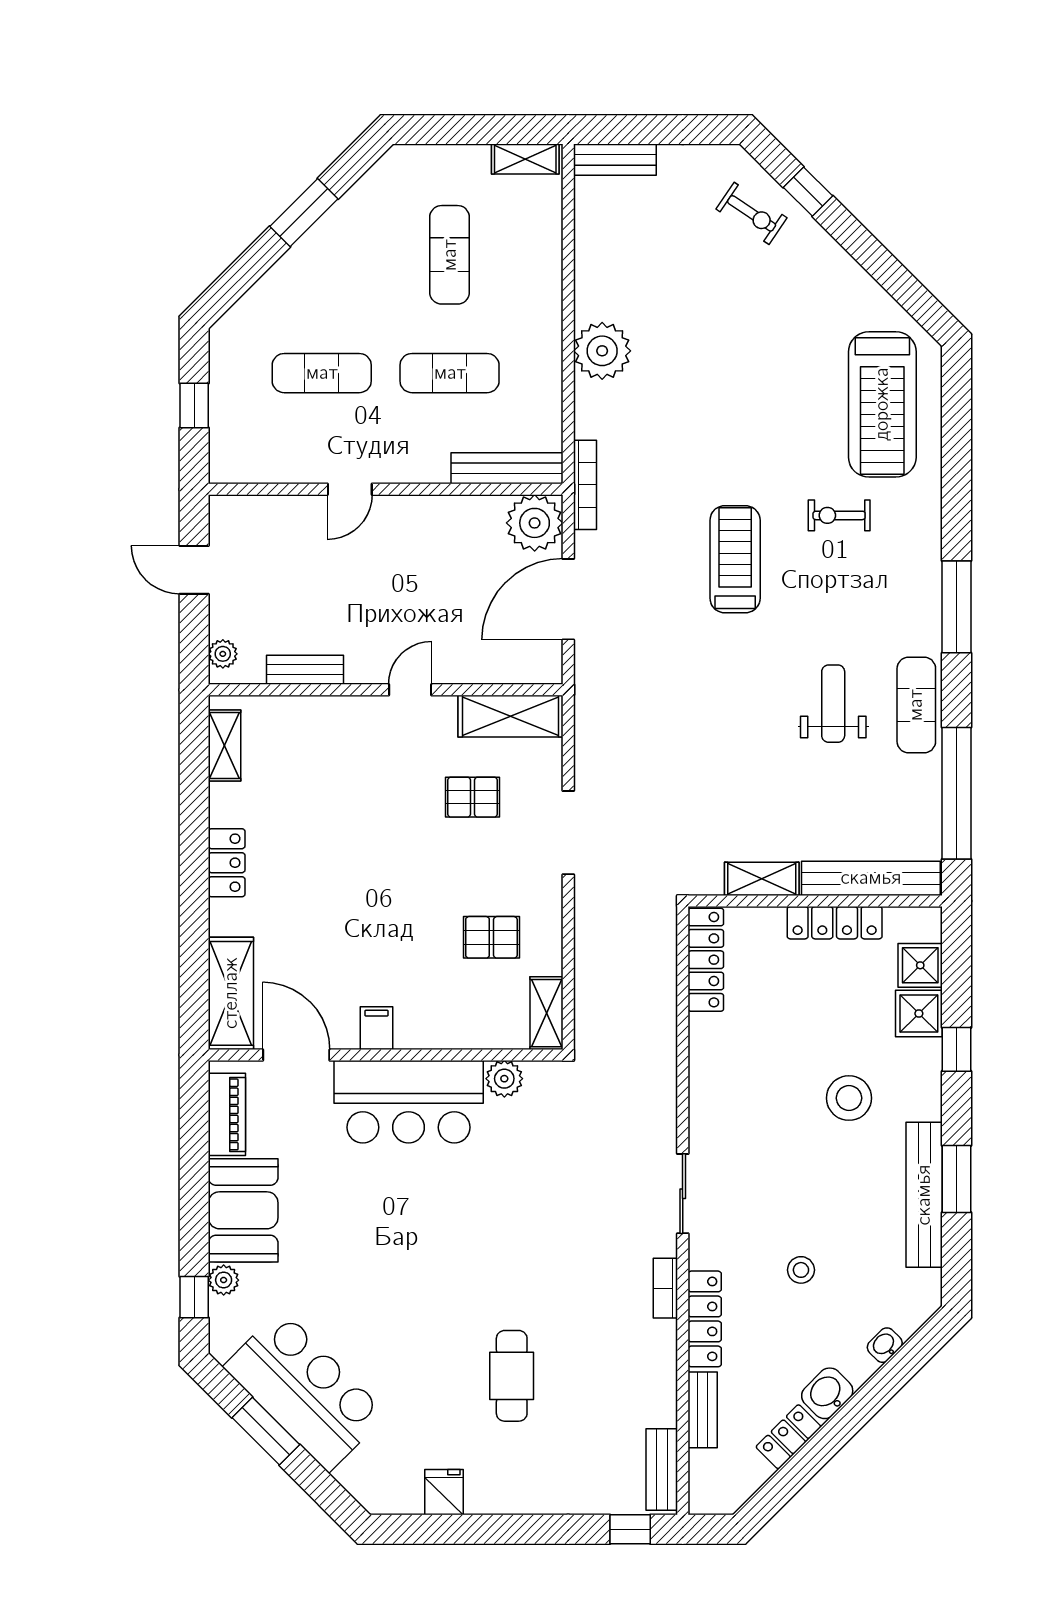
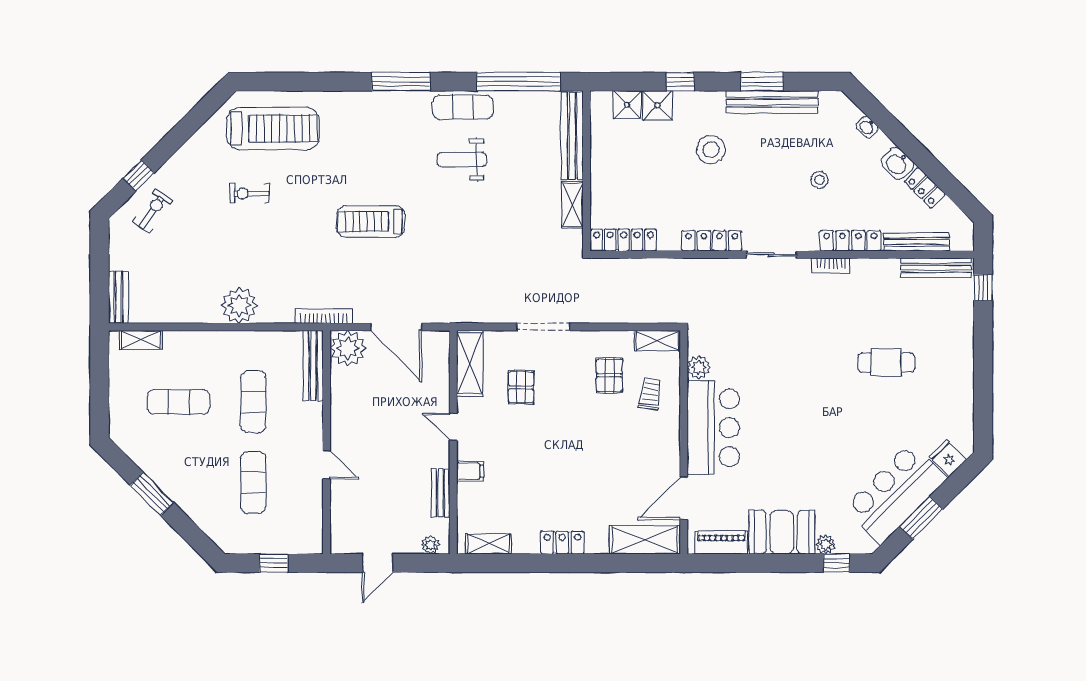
shelving: (525, 159) -> (141, 340), moved, turned 90
exercise bike: (839, 515) -> (250, 193), moved, turned 90
locker: (835, 923) -> (712, 241), moved, turned -90
trolley: (462, 1002) -> (650, 394), added
filing cabinet: (377, 1028) -> (470, 471), moved, turned 180
bench: (703, 1410) -> (917, 242), width x1.36
bench: (662, 1470) -> (936, 268), width x1.36
fridge: (444, 1492) -> (948, 458), moved, turned 45

